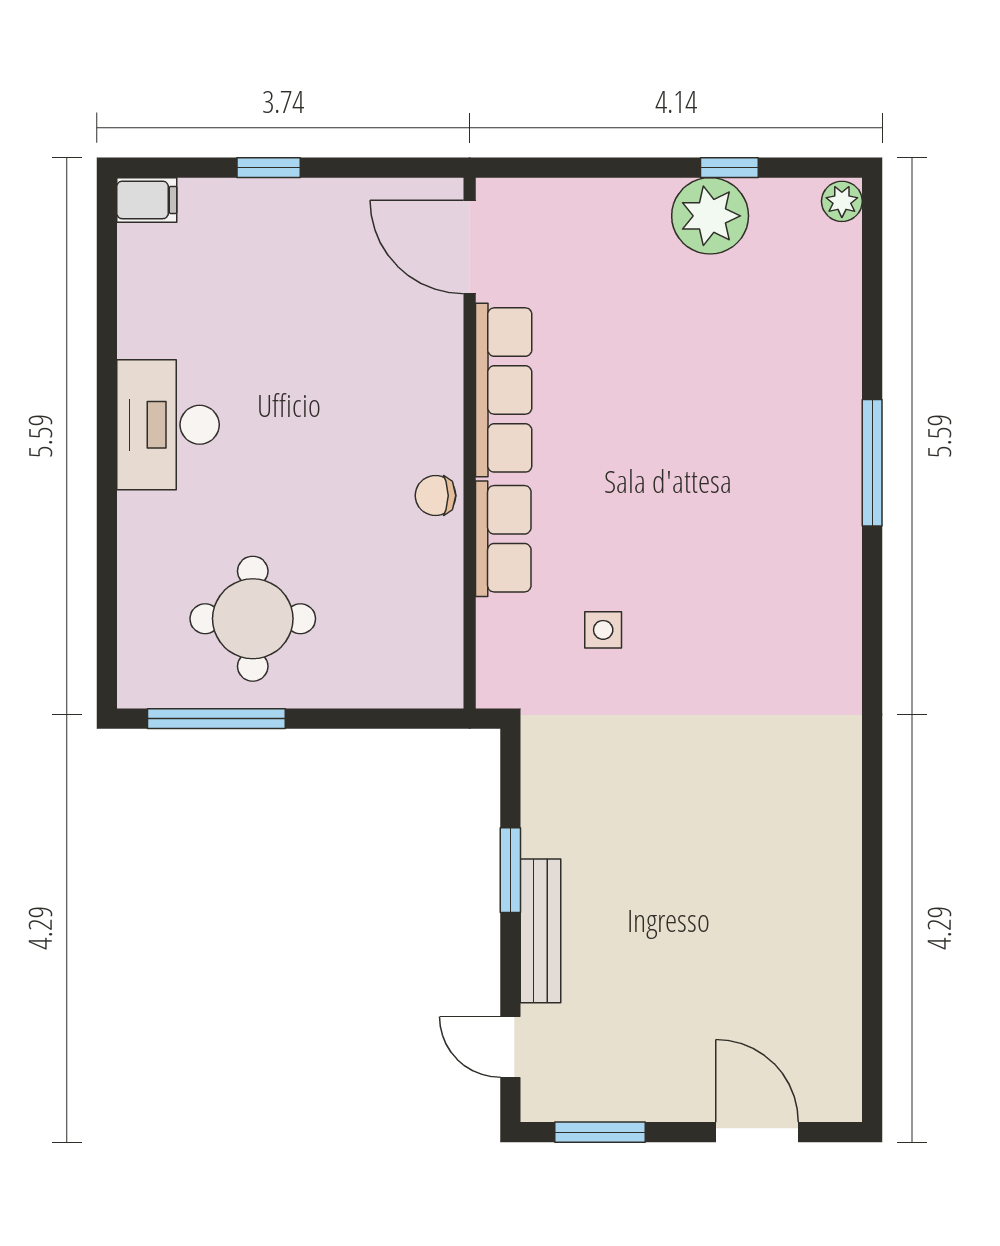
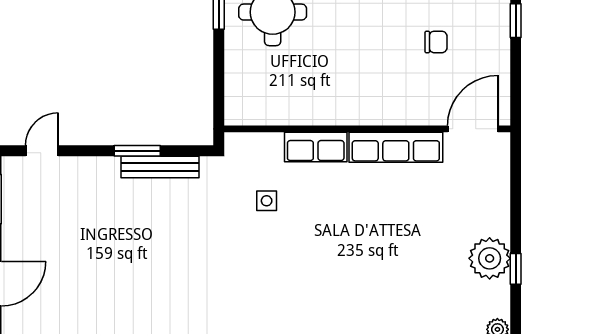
chair: (436, 496) -> (436, 42), moved, turned 90
bench: (541, 931) -> (160, 167), moved

